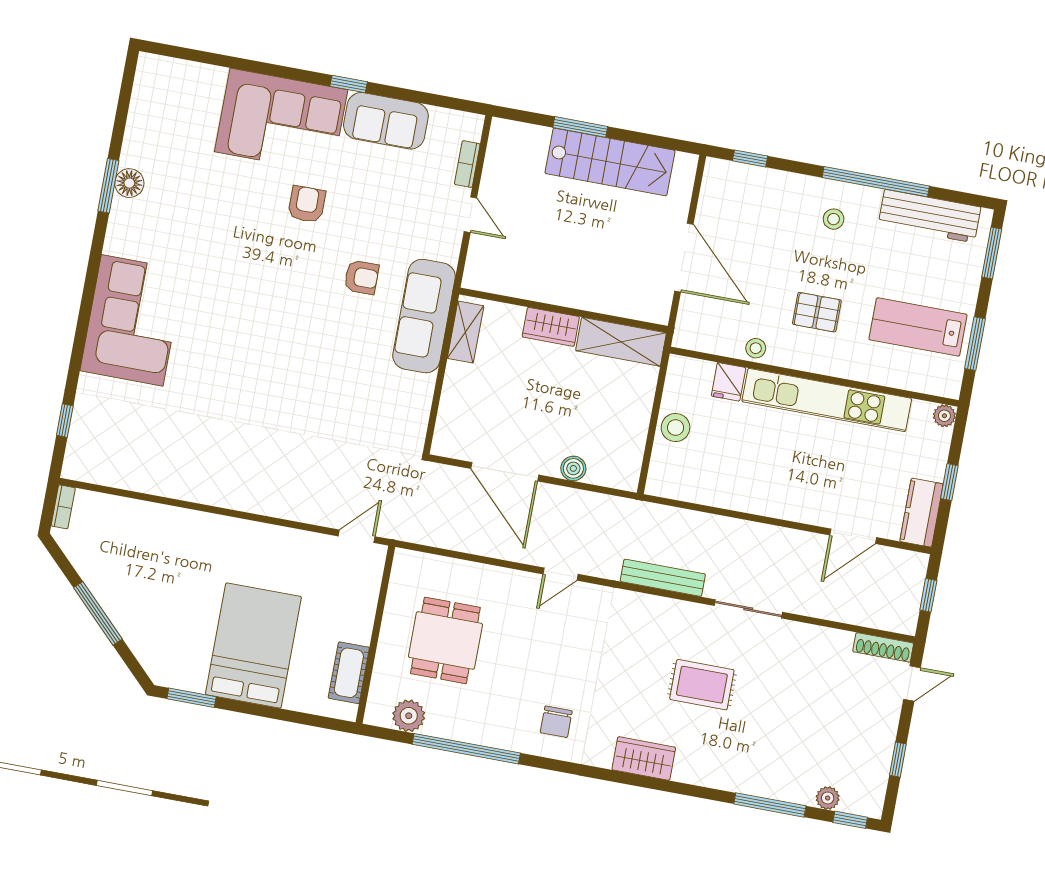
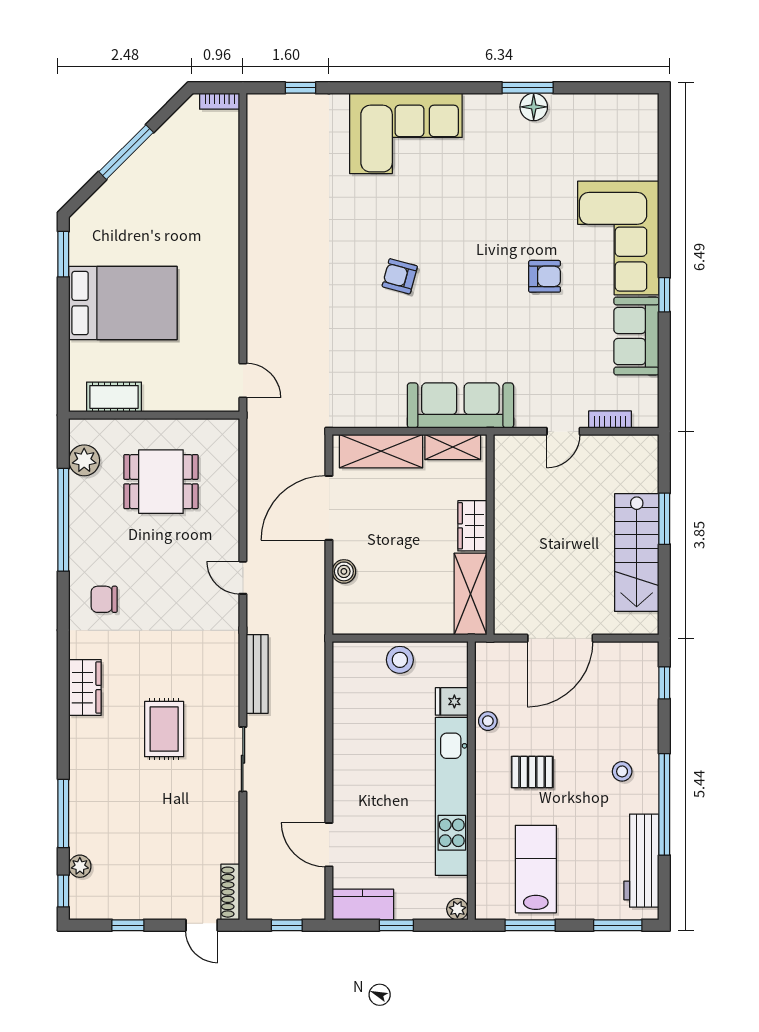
armchair: (361, 277) -> (400, 276), moved, turned 105
pallet: (817, 312) -> (532, 772), turned 90
shelving: (456, 407) -> (381, 451), added

